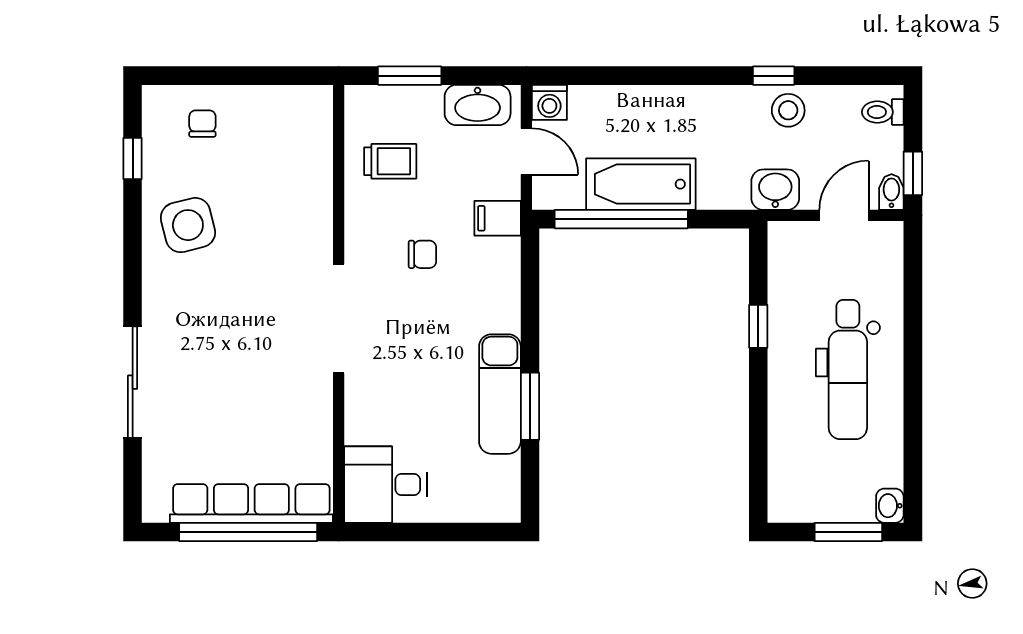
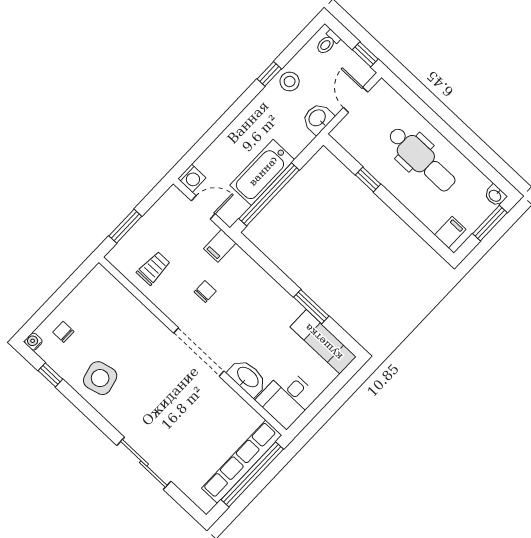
water cooler: (154, 97) -> (33, 342), added
washbasin: (478, 105) -> (247, 378), moved, turned -90
bidet: (891, 192) -> (365, 71), removed
exam couch: (500, 394) -> (323, 342), moved
filing cabinet: (790, 493) -> (450, 232), added

